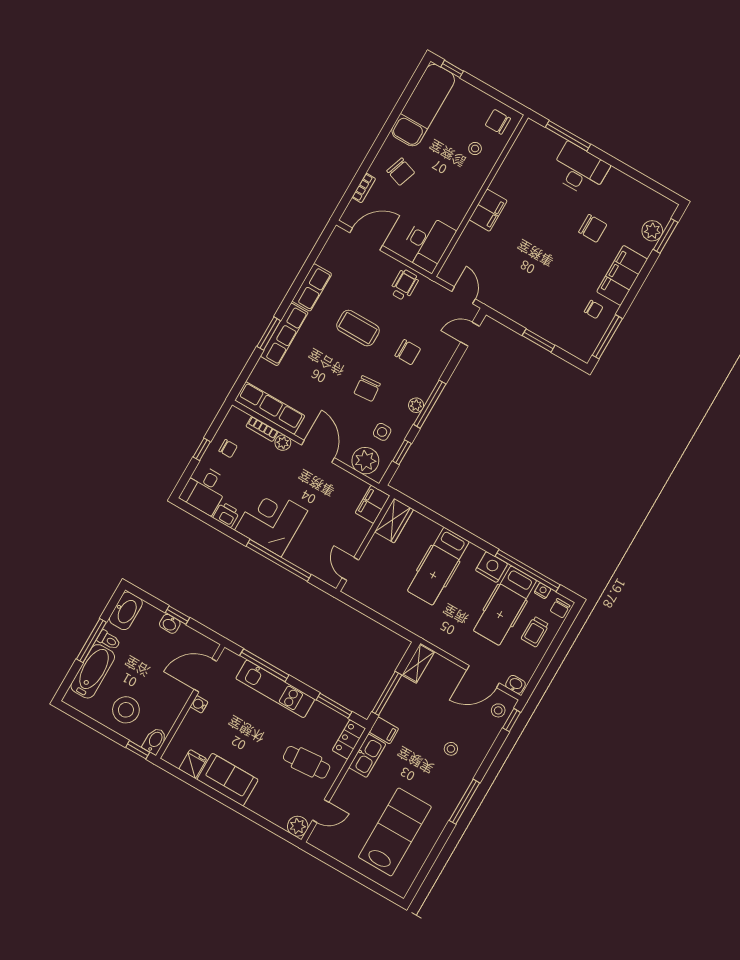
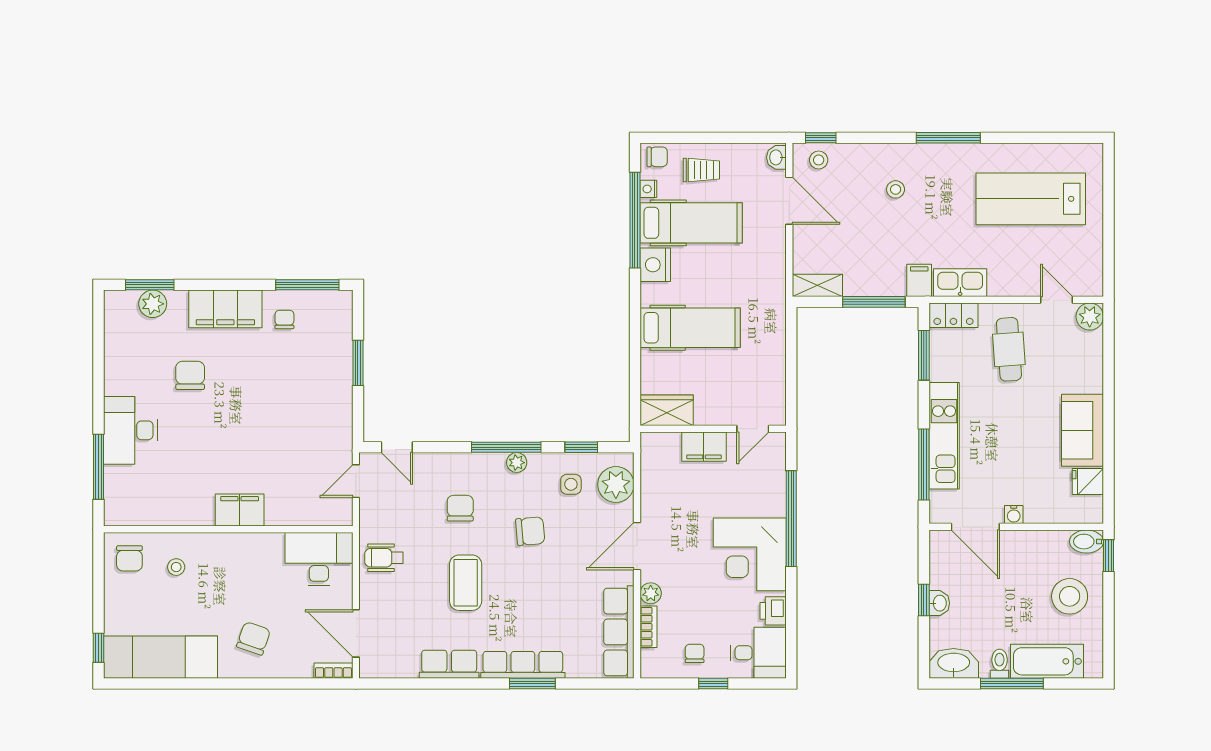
bookcase: (364, 188) -> (333, 671), moved
filing cabinet: (372, 504) -> (704, 447), moved

